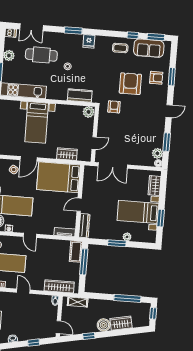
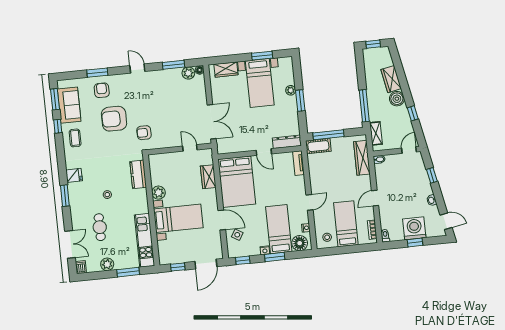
cafe table: (41, 55) -> (100, 227), width x0.73, depth x0.74
plant: (89, 112) -> (159, 193), moved
window: (127, 298) -> (364, 106), moved

